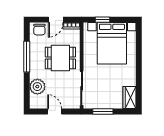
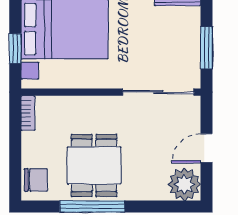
door: (56, 20) -> (15, 146), removed
dining table: (60, 58) -> (94, 165), moved
plant: (37, 87) -> (184, 184), moved

